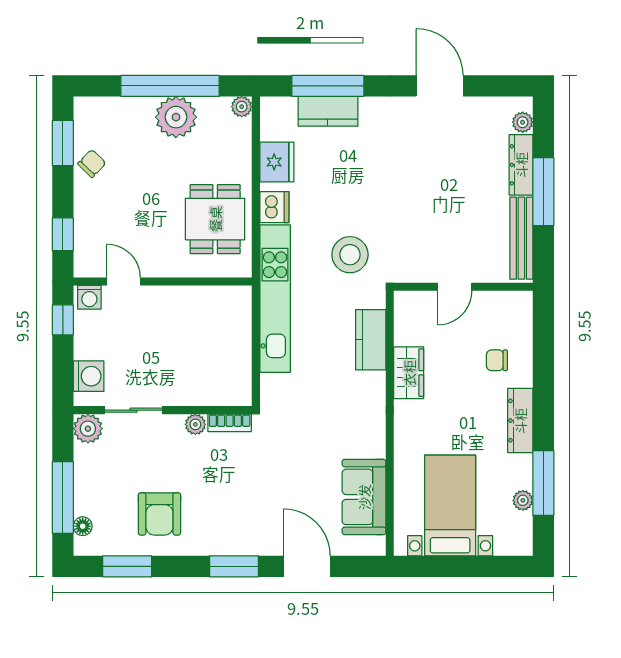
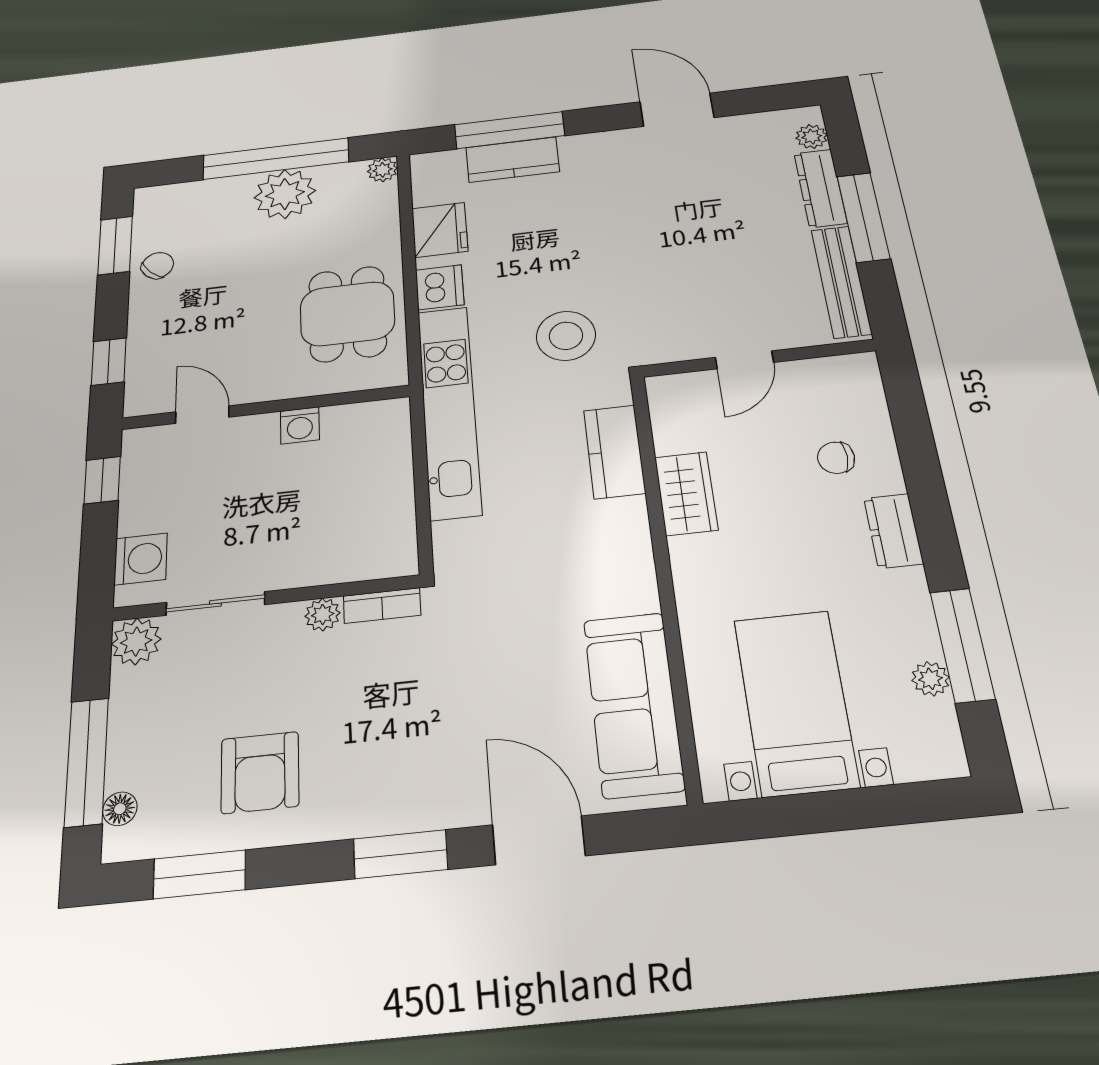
washing machine: (89, 297) -> (300, 425), moved
dresser: (520, 421) -> (893, 531), width x0.70
sofa: (364, 497) -> (633, 704), width x1.36

